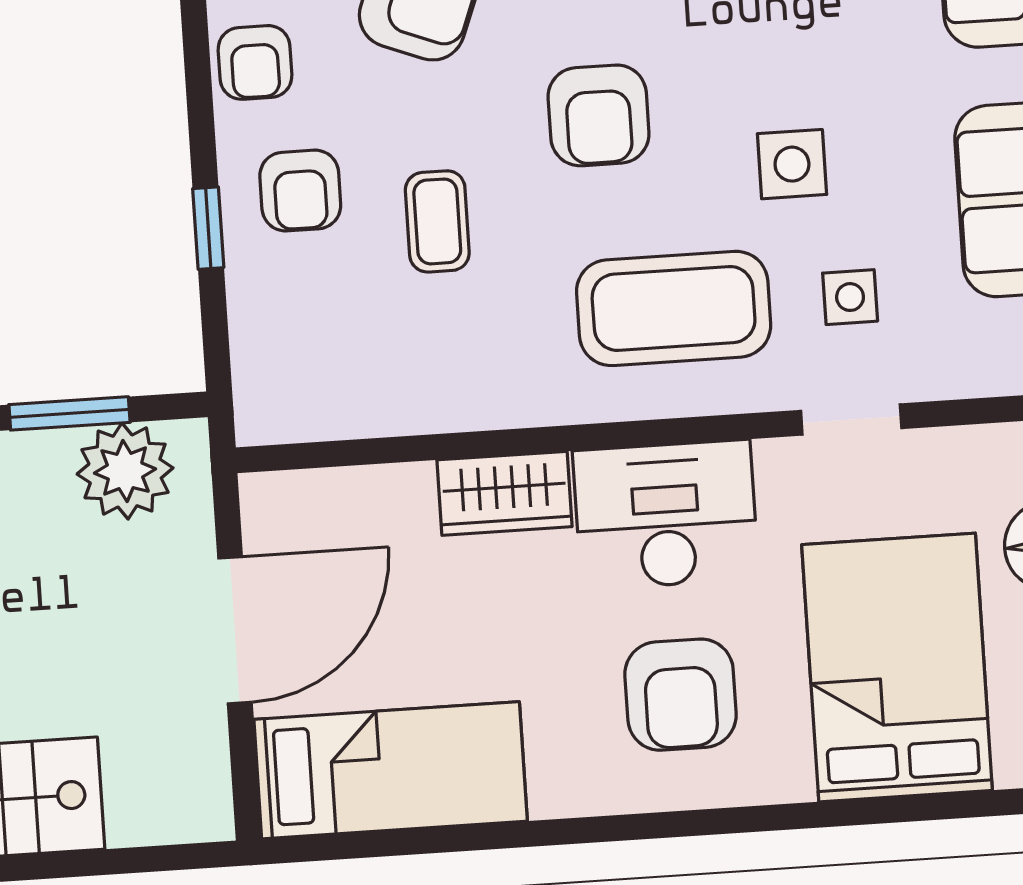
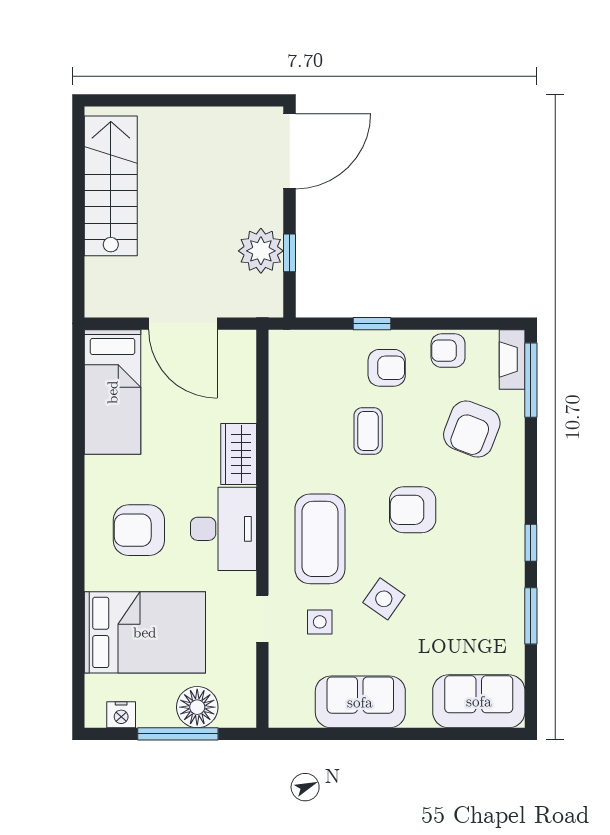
side table: (792, 164) -> (384, 599), turned 35
armchair: (300, 191) -> (387, 368), turned 180
coffee table: (437, 221) -> (368, 431), turned 90
window: (69, 413) -> (290, 253), width x0.67
plant: (125, 471) -> (261, 251), moved

